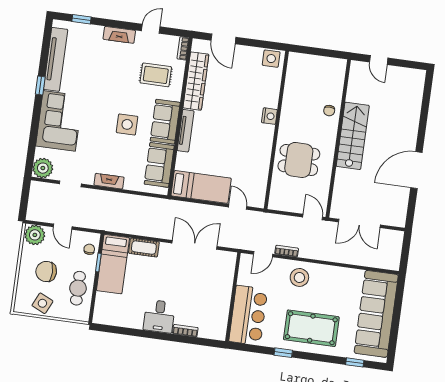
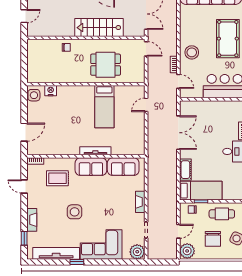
fireplace: (119, 35) -> (32, 220), moved
rug: (156, 75) -> (57, 178), turned 90
wardrobe: (196, 81) -> (58, 148), removed
nightstand: (269, 116) -> (51, 91), moved
side table: (127, 124) -> (75, 212), moved
stairs: (353, 136) -> (99, 28), moved
dining table: (299, 160) -> (106, 65), turned 90
bed: (201, 187) -> (104, 107), moved, turned 180
door: (313, 217) -> (146, 49), swing flipped
double door: (195, 245) -> (178, 133), swing flipped

